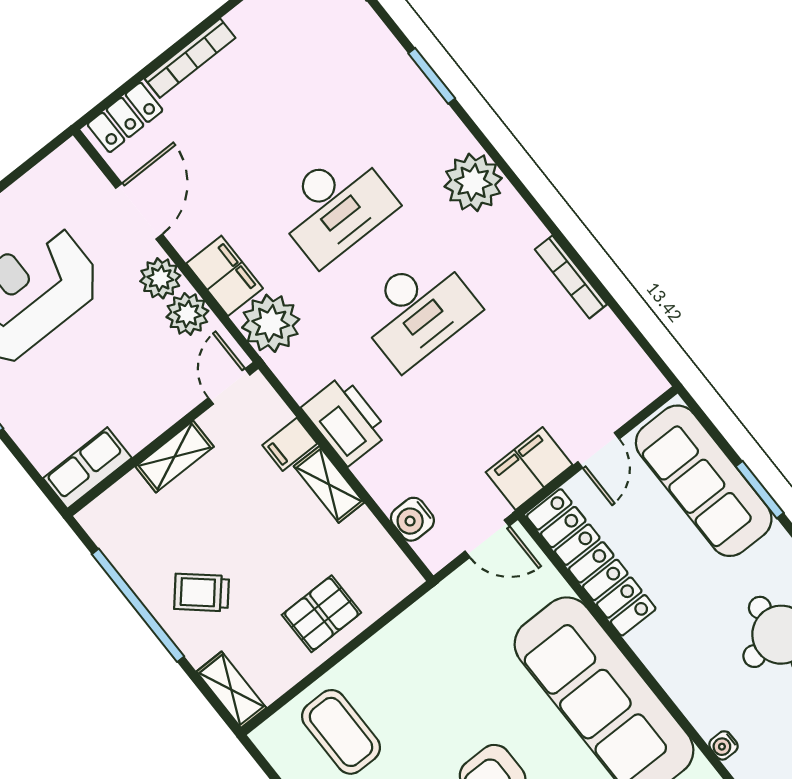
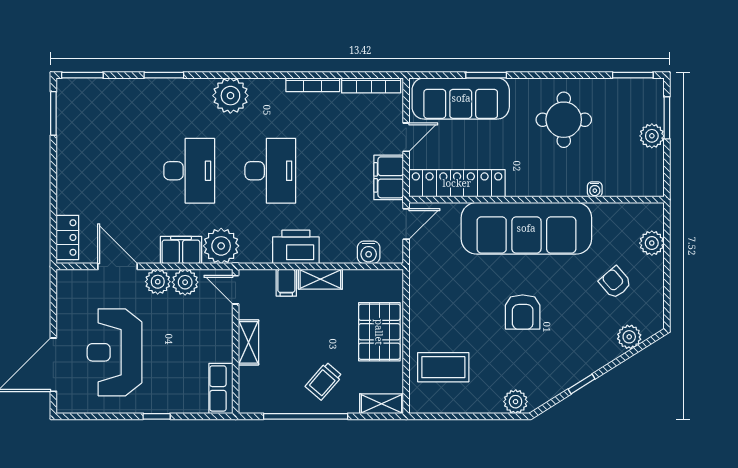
bookcase: (190, 58) -> (371, 85), moved, turned 90
door: (598, 450) -> (406, 137), hinge flipped
pallet: (321, 614) -> (379, 332), width x1.50, depth x1.42

